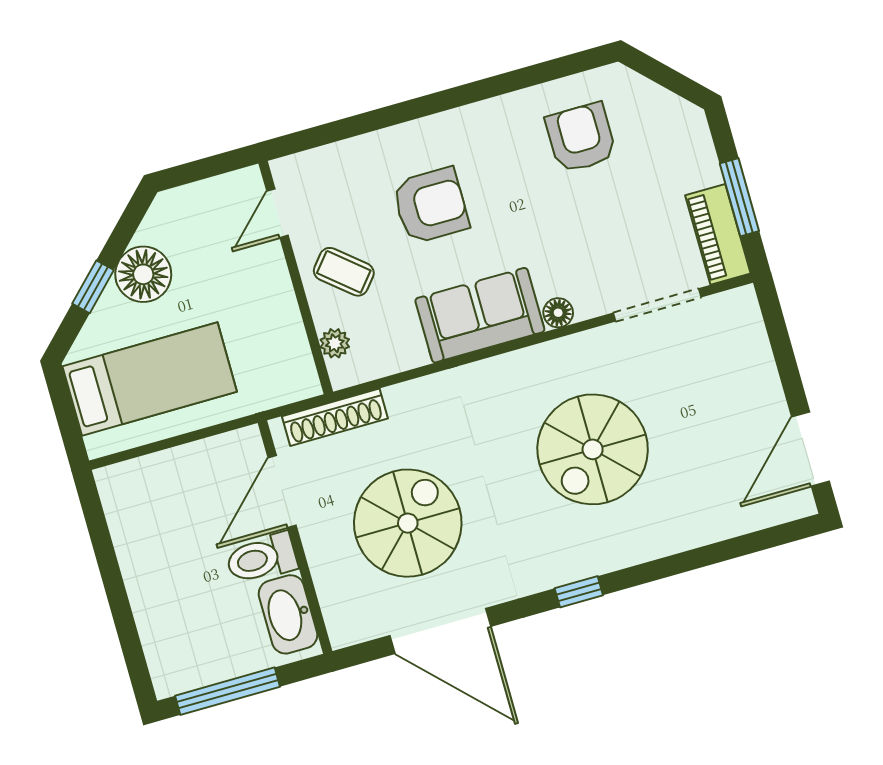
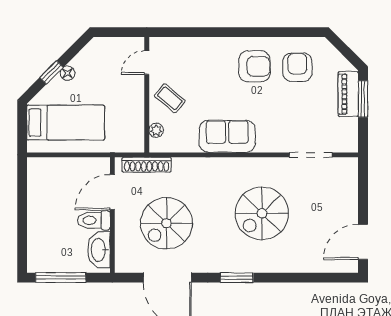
window: (739, 197) -> (363, 99), moved
armchair: (431, 206) -> (255, 66), moved
piano: (718, 234) -> (348, 94), moved
floor lamp: (143, 274) -> (68, 73), width x0.53, depth x0.53
floor lamp: (558, 313) -> (264, 145), removed
spiral stairs: (408, 523) -> (166, 223), turned 180
window: (579, 592) -> (237, 278), width x1.50

